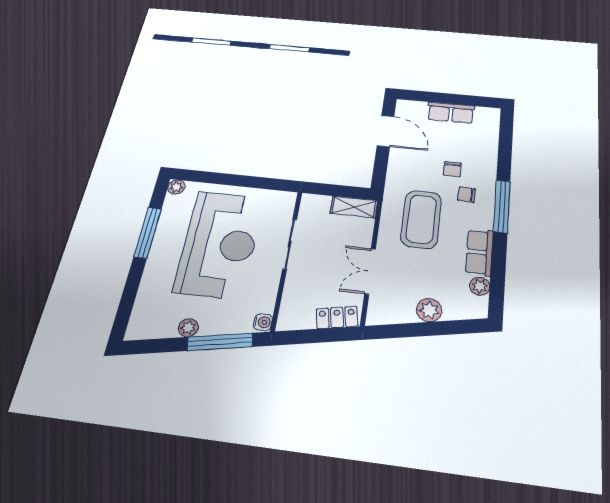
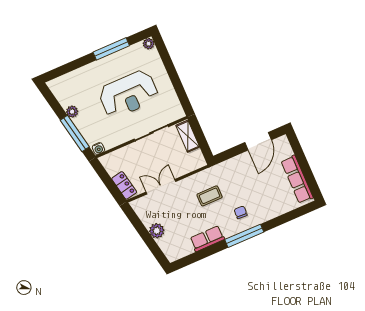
row of seats: (451, 113) -> (297, 179), width x1.48
chair: (452, 169) -> (253, 195), removed
shelving: (354, 207) -> (188, 136), moved
coffee table: (421, 219) -> (210, 196), width x0.54, depth x0.58
reception desk: (220, 244) -> (128, 94), width x0.74, depth x0.77
plant: (480, 286) -> (186, 249), removed

